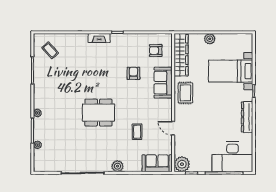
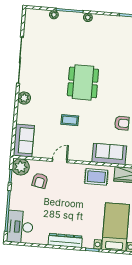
coffee table: (137, 132) -> (70, 120), moved
armchair: (193, 145) -> (40, 181), added
desk: (232, 157) -> (20, 227), width x0.73, depth x0.77

